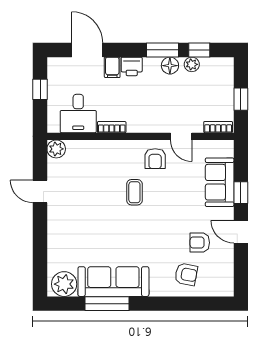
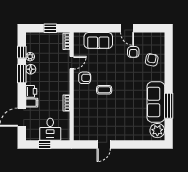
desk: (78, 113) -> (50, 129), moved, turned 90
plant: (56, 149) -> (79, 135), removed
window: (241, 193) -> (104, 28), removed
door: (241, 232) -> (127, 28), hinge flipped

